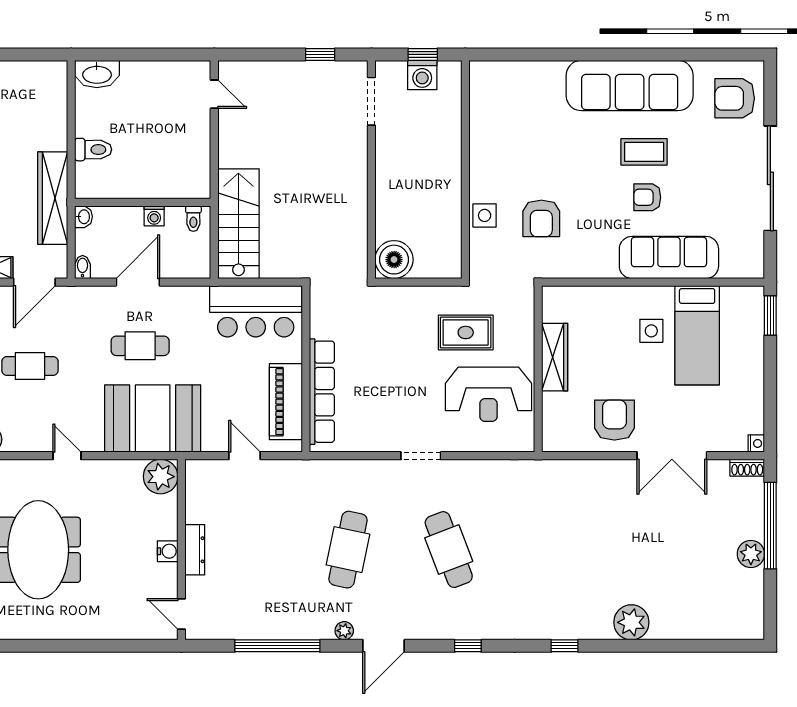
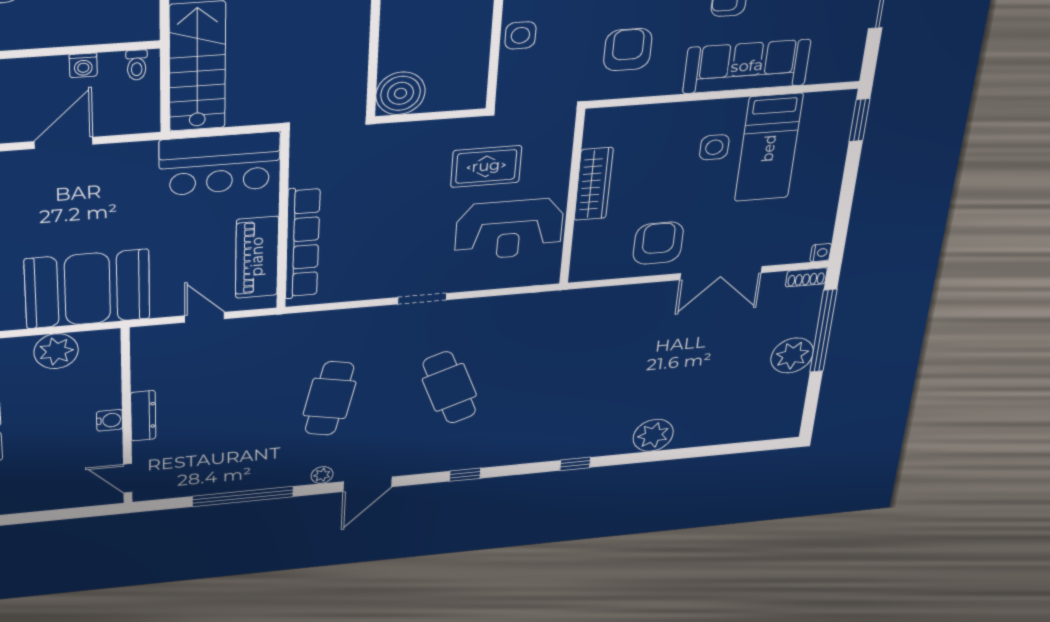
armchair: (541, 218) -> (628, 50), moved, turned 180
cafe table: (140, 346) -> (69, 213), removed
plant: (161, 477) -> (56, 351), moved
plant: (751, 554) -> (792, 355), width x1.36, depth x1.36

